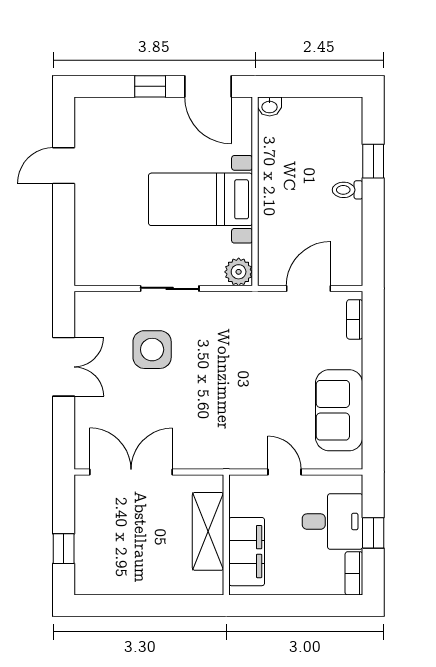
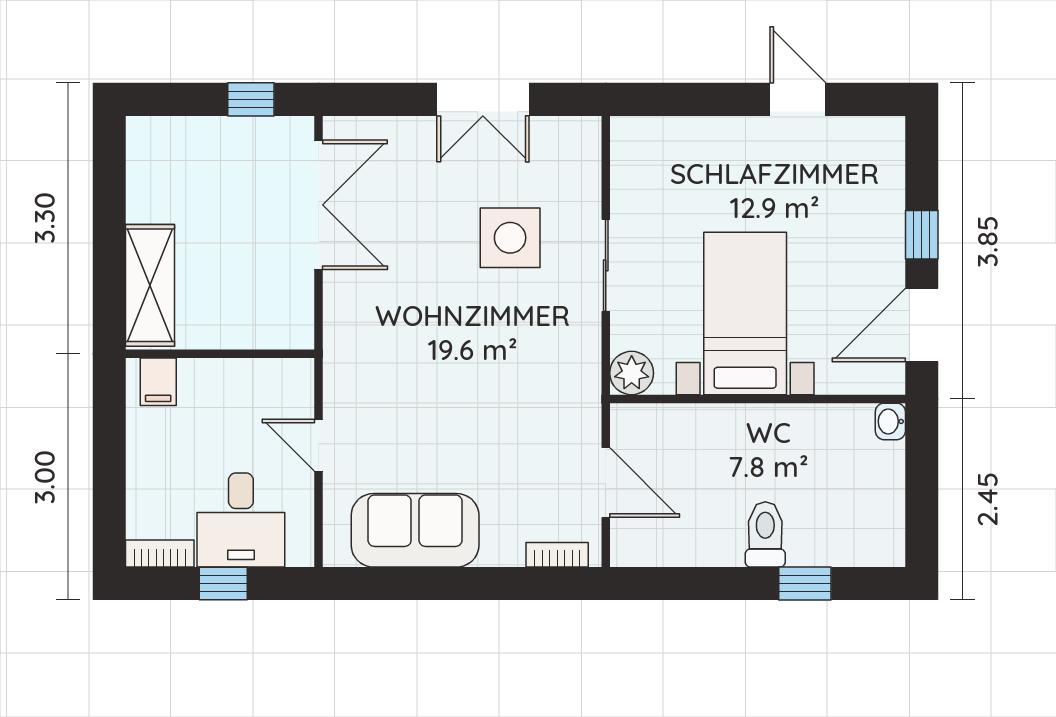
toilet: (348, 190) -> (765, 534), width x1.37, depth x1.39
door: (285, 472) -> (318, 445), swing flipped
shelving: (208, 531) -> (150, 285), moved, turned 90
window: (64, 549) -> (251, 99), moved
filing cabinet: (247, 552) -> (158, 382), width x0.33, depth x0.86

